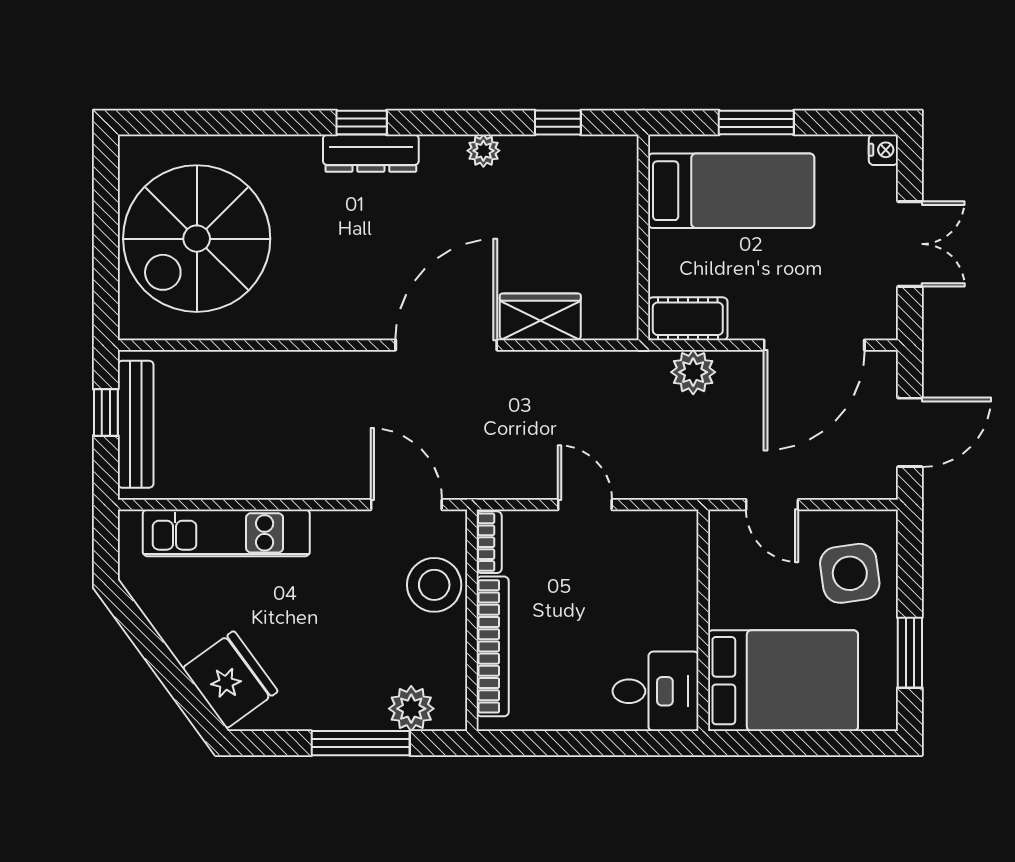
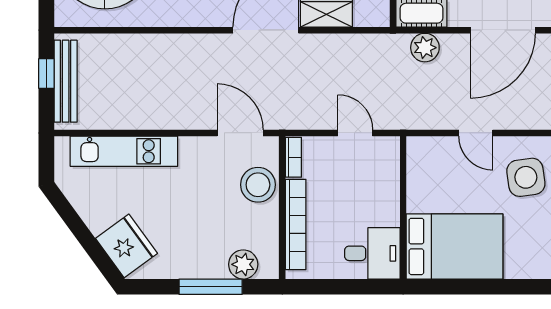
wall: (703, 620) -> (403, 208), moved
bed: (783, 681) -> (455, 246), moved
desk: (656, 691) -> (372, 253), moved

